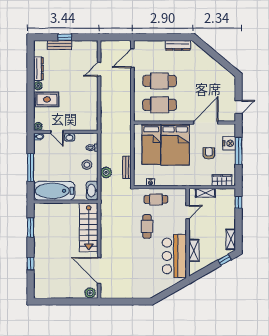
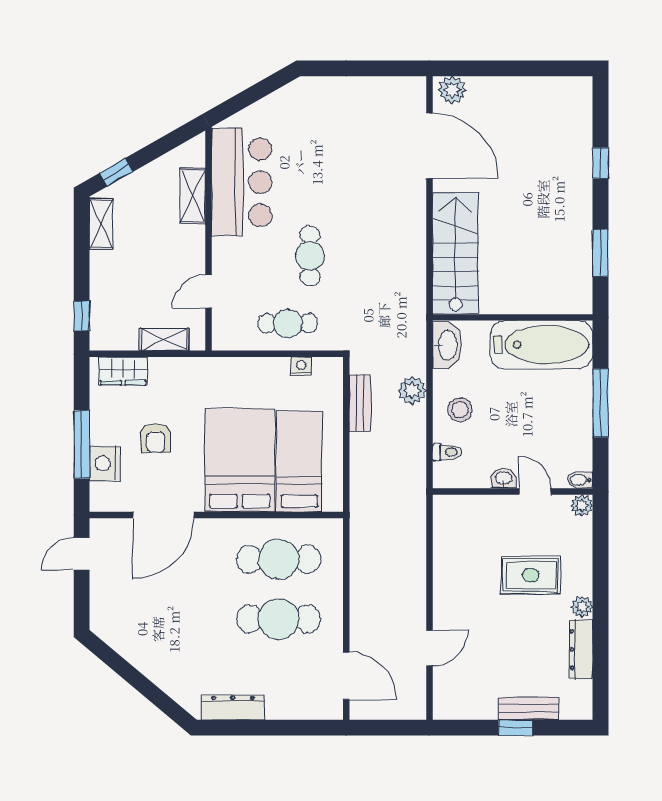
door: (132, 58) -> (346, 676), hinge flipped
rug: (47, 99) -> (531, 575), moved

